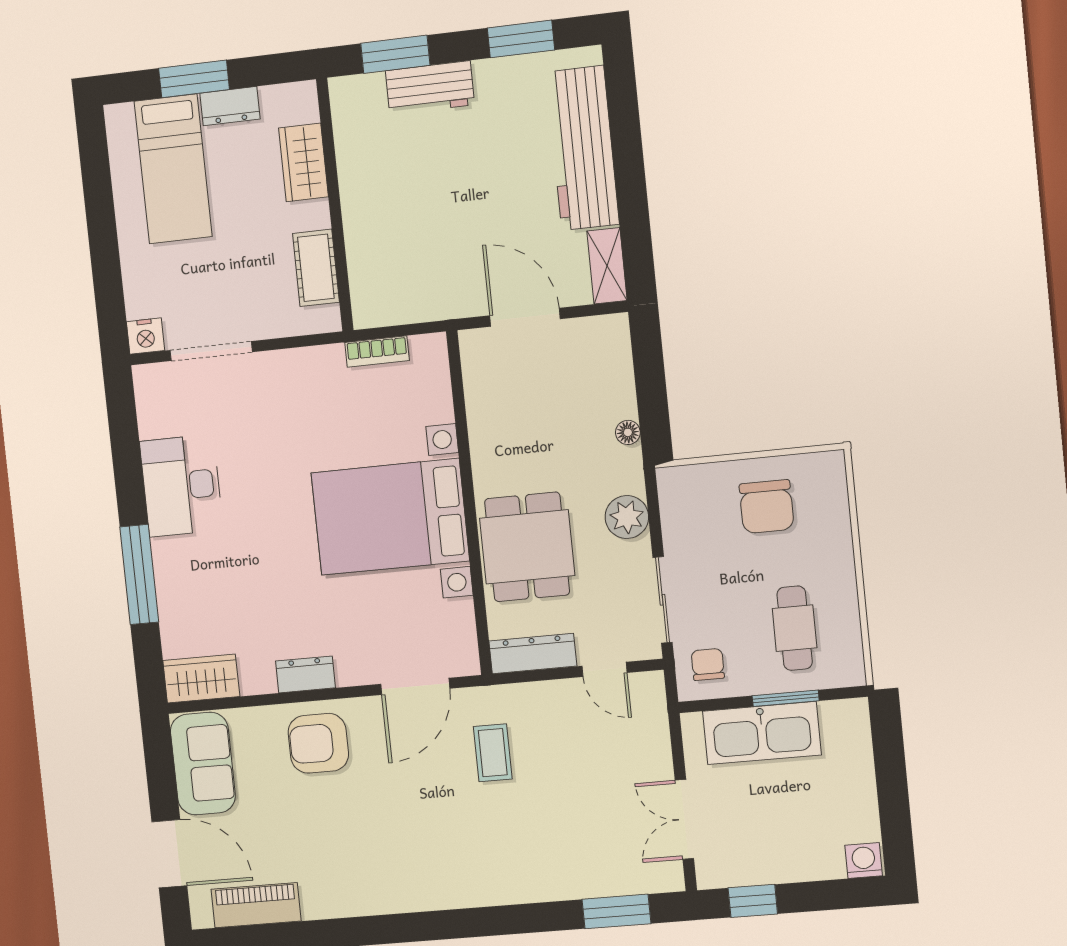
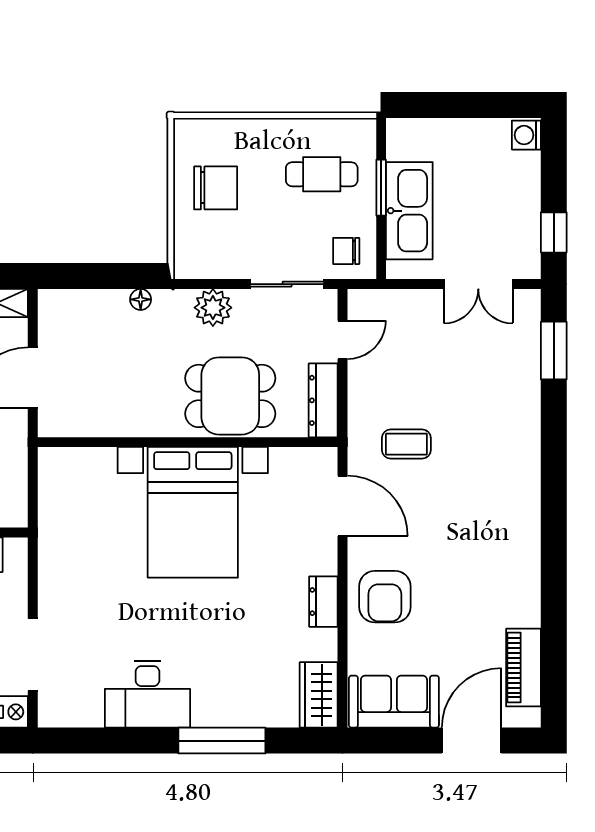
bookcase: (377, 351) -> (49, 509), removed

